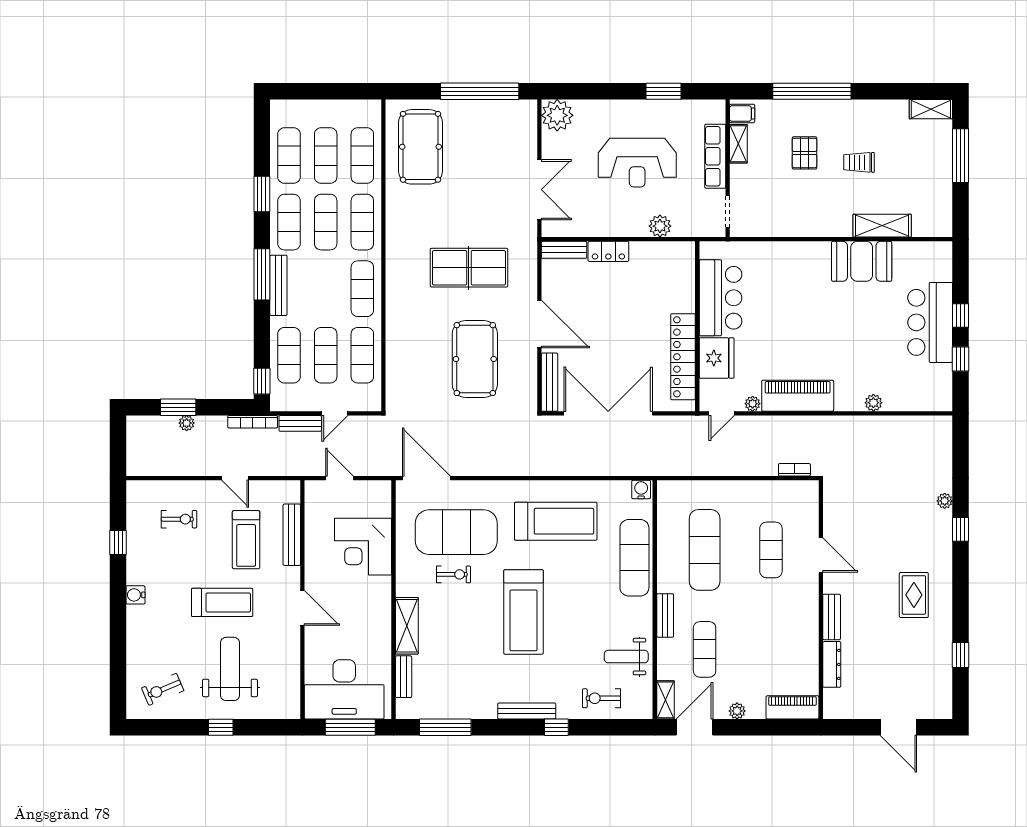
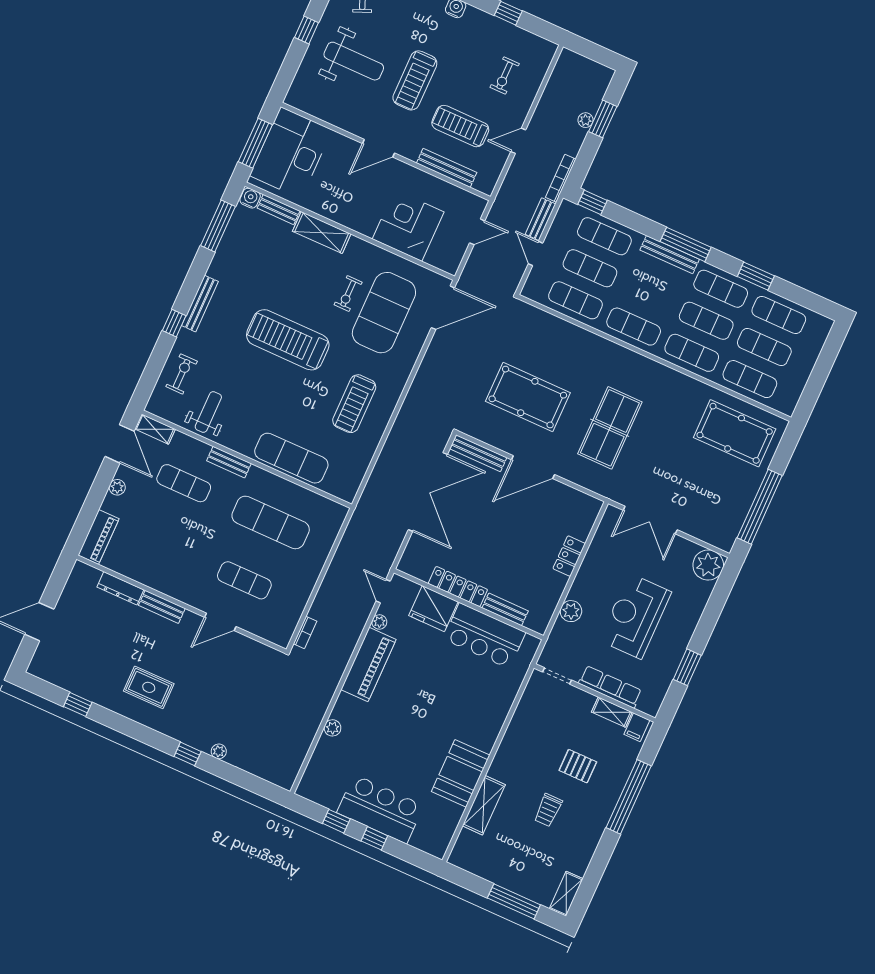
trolley: (859, 162) -> (548, 810), turned 180
bench: (564, 250) -> (505, 609), moved, turned 90
locker: (683, 357) -> (458, 587), width x0.71, depth x0.83
water cooler: (641, 489) -> (250, 198), moved, turned -90
treadmill: (556, 521) -> (354, 404), width x0.73, depth x0.73

